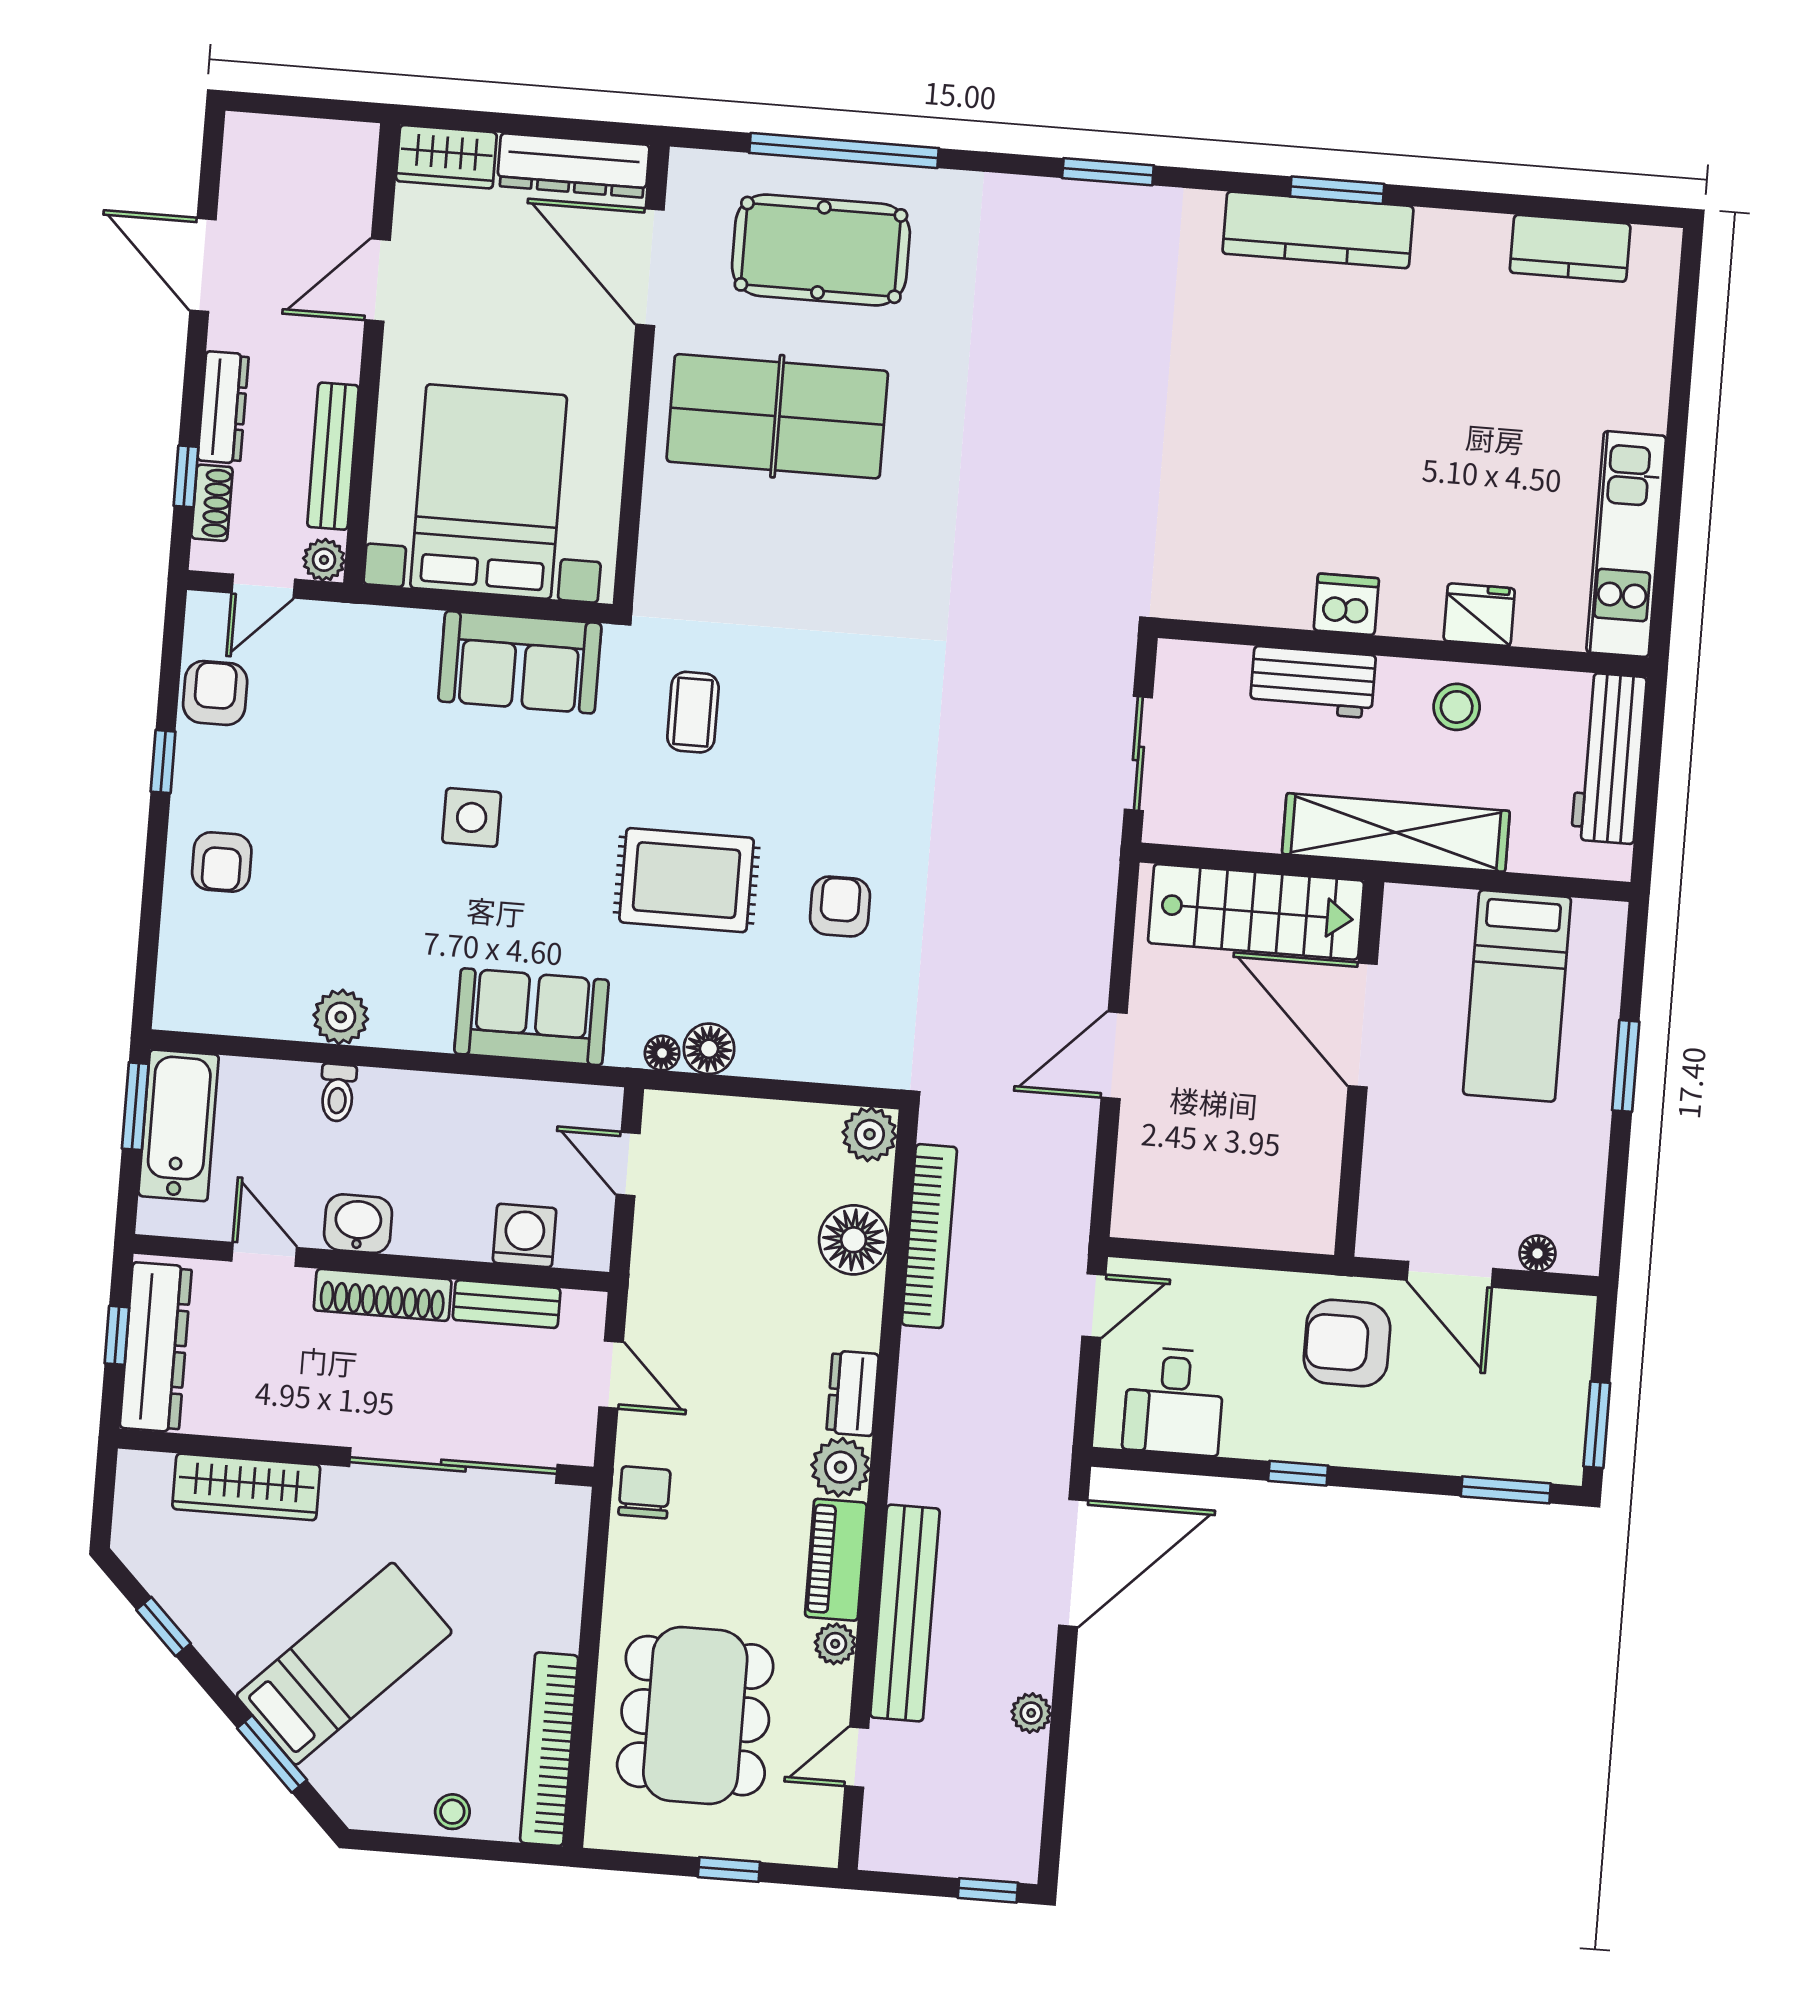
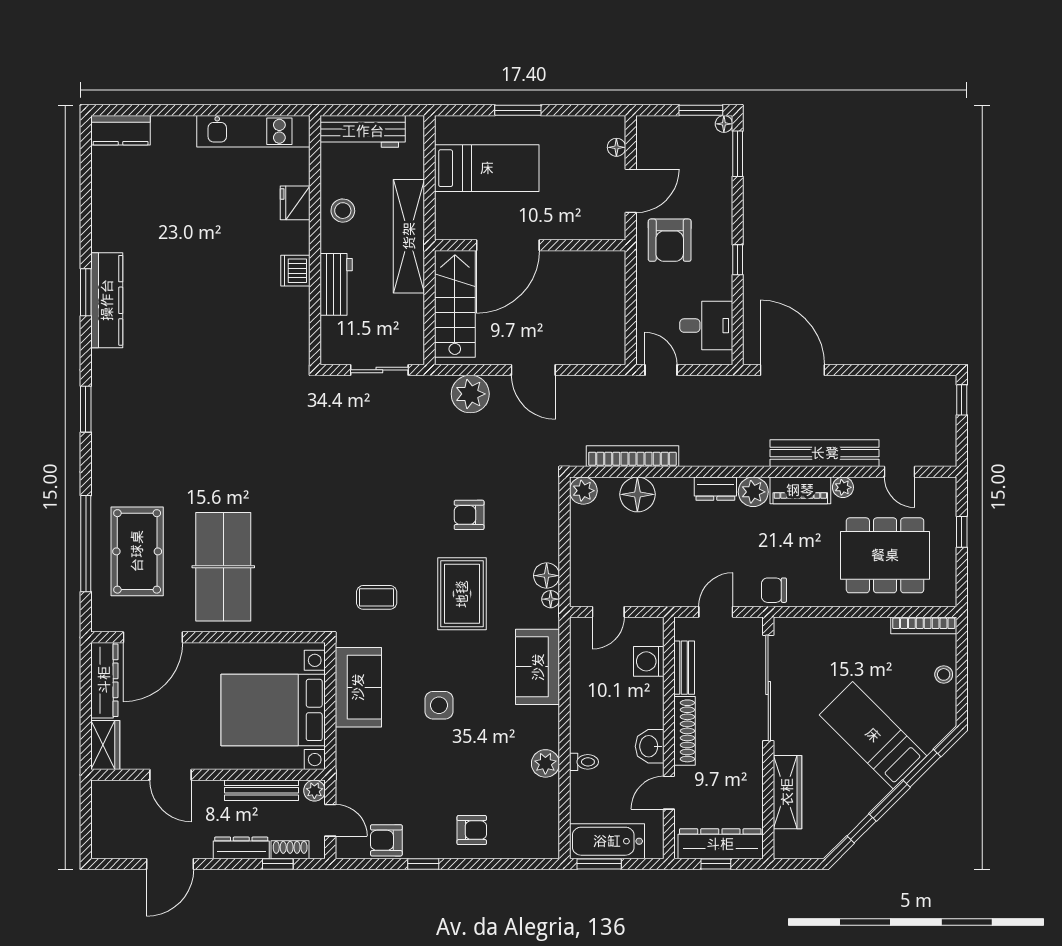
kitchen counter: (1570, 248) -> (121, 130), moved, turned 90
floor lamp: (1566, 1468) -> (724, 124), added
plant: (1031, 1713) -> (470, 394), moved, width x1.87, depth x1.87
bookcase: (549, 1749) -> (924, 625), width x0.68, depth x0.76

